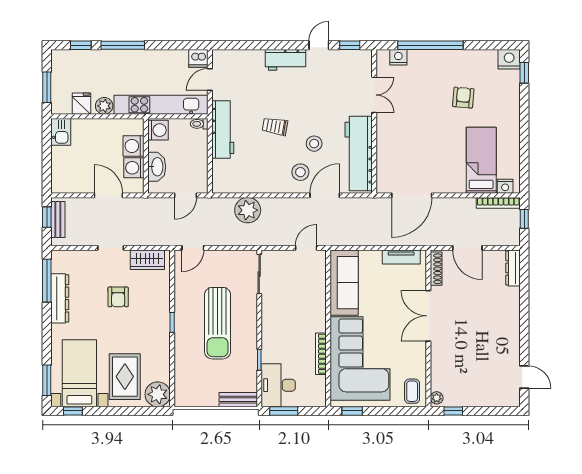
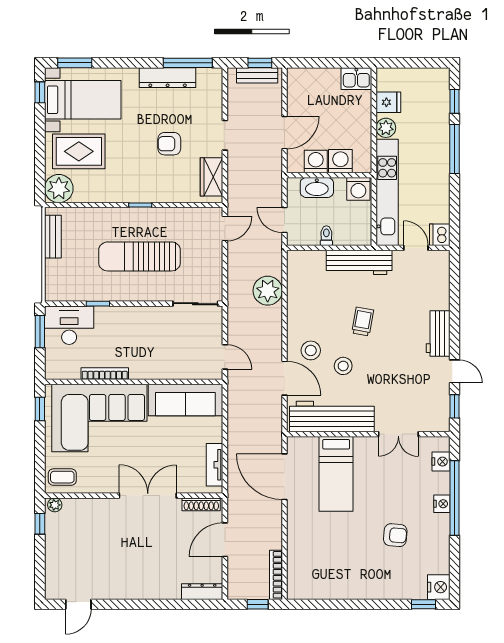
window: (47, 87) -> (407, 63), removed
toilet: (199, 124) -> (326, 236), moved
bed: (481, 160) -> (336, 474), moved, turned 90
nightstand: (505, 186) -> (442, 504), moved, turned 180
door: (193, 248) -> (225, 228), swing flipped
bench: (238, 400) -> (53, 237), moved

